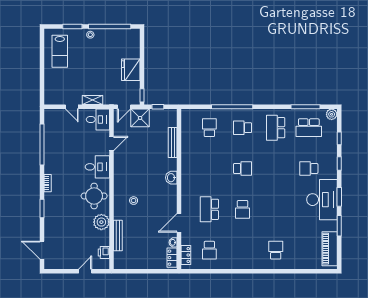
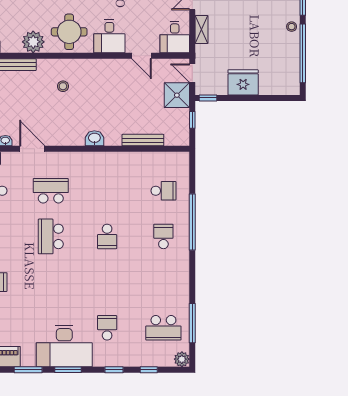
school desk: (276, 128) -> (163, 282), removed
school desk: (309, 128) -> (163, 328), turned -90
school desk: (243, 209) -> (51, 236), width x1.85

